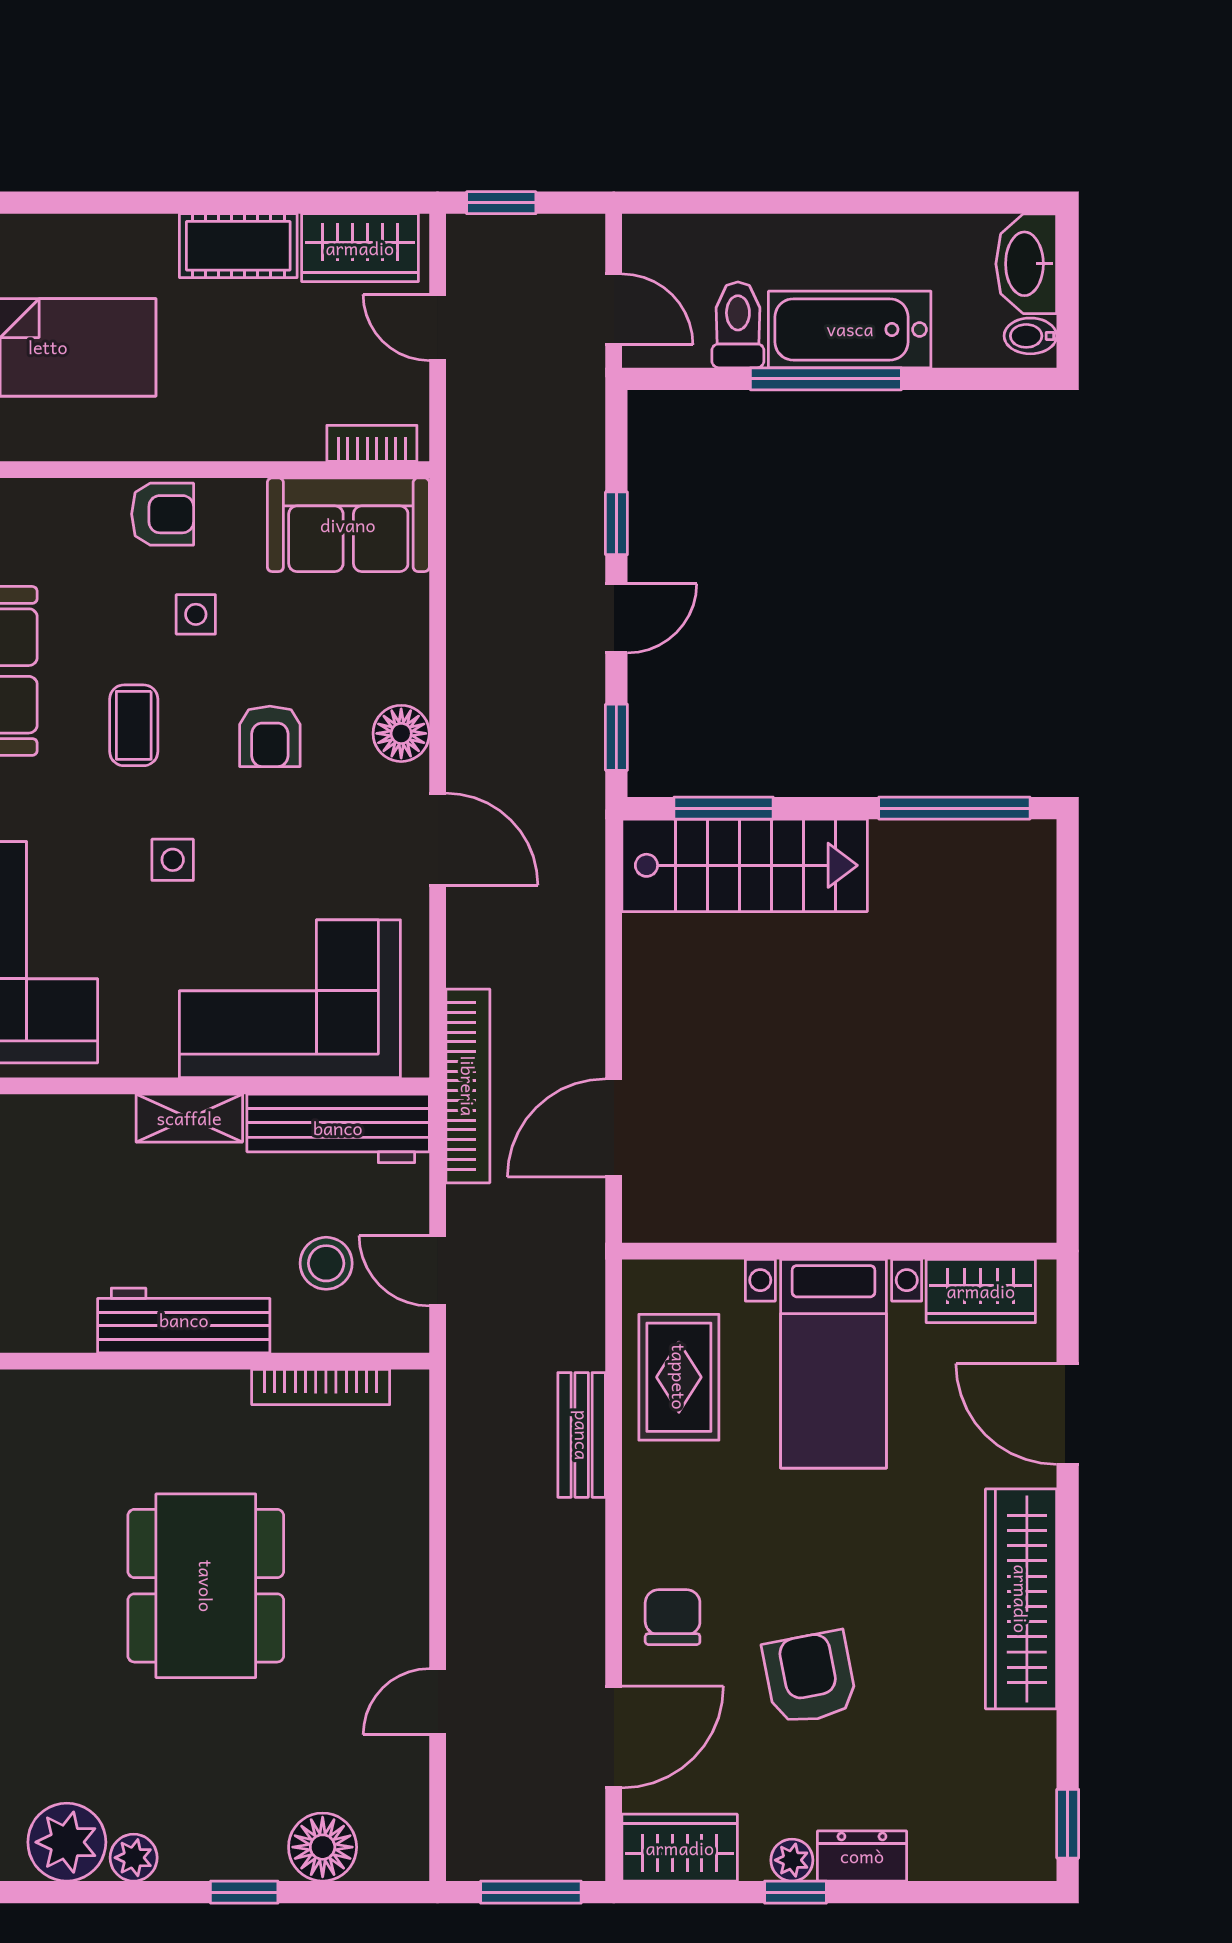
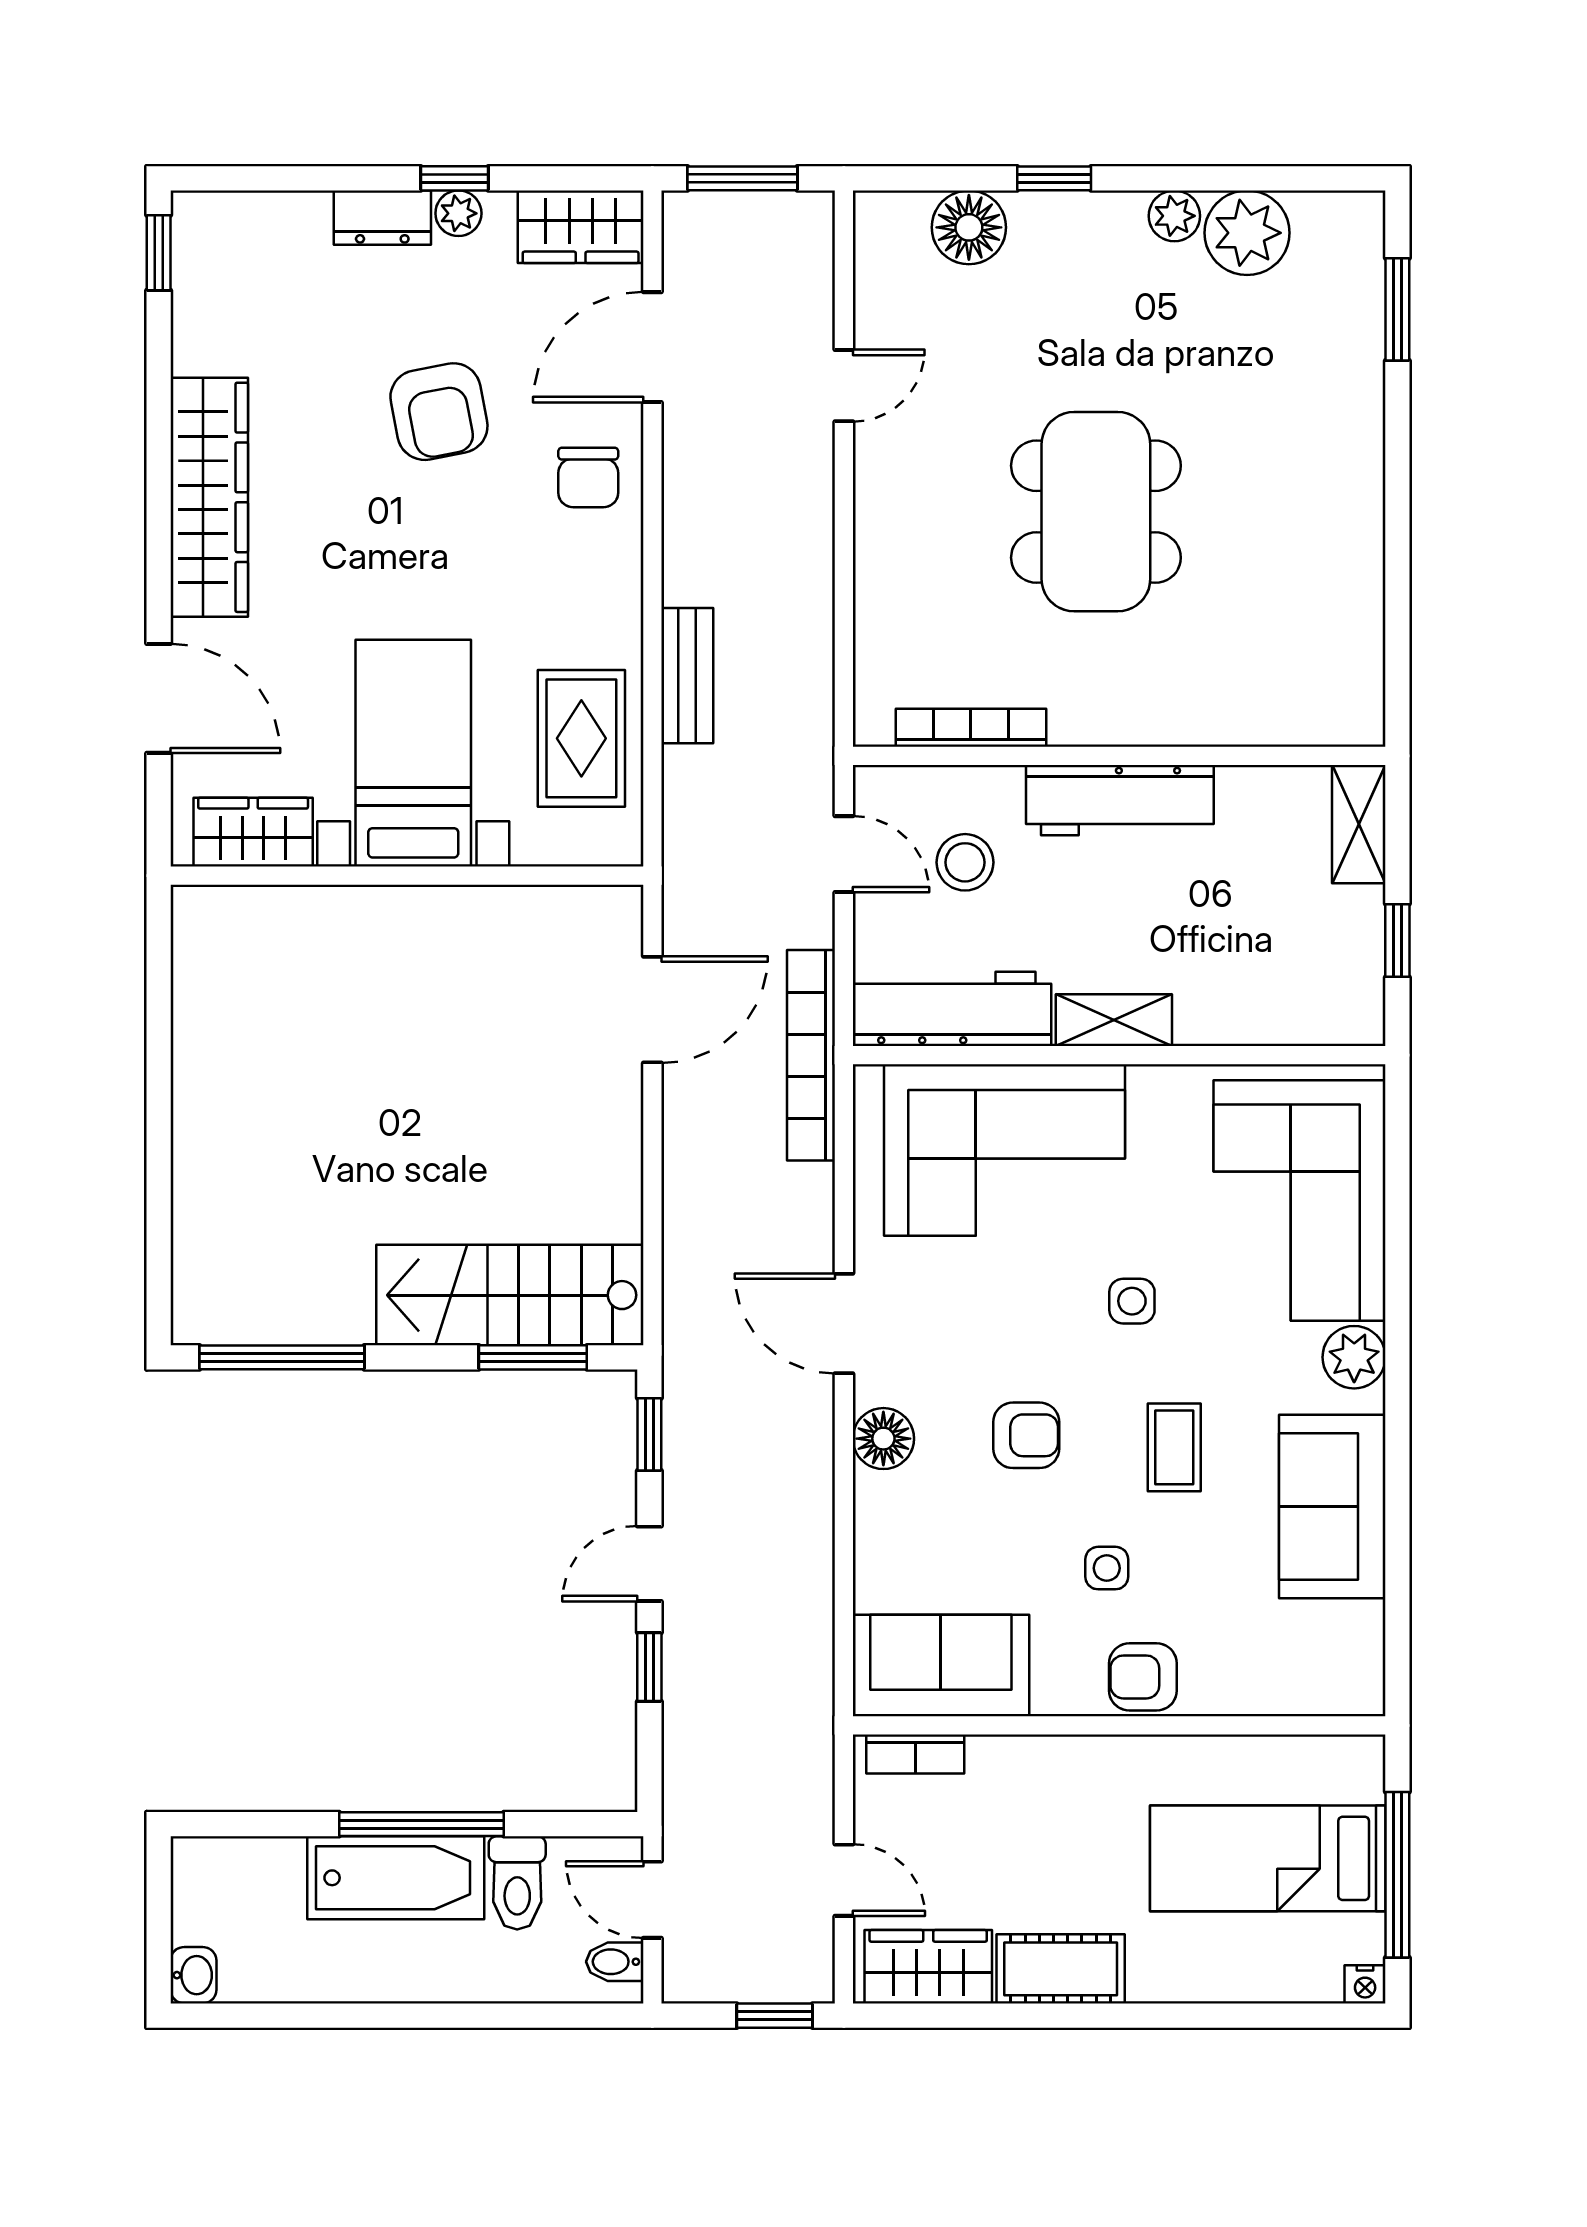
washbasin: (1026, 264) -> (193, 1975), width x0.52, depth x0.69
bidet: (1030, 336) -> (615, 1962), moved, turned 180
armchair: (270, 736) -> (1026, 1435), turned 90

